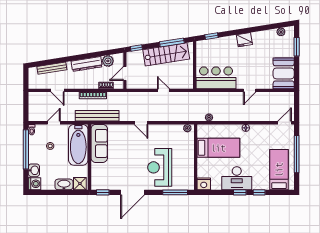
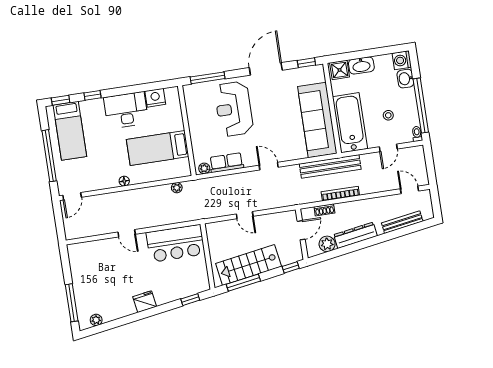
window: (297, 47) -> (72, 303), width x1.44
booth: (284, 73) -> (84, 264), removed
door: (58, 90) -> (410, 190), moved
door: (250, 90) -> (127, 233), swing flipped
row of seats: (171, 130) -> (226, 163), added
sofa: (99, 143) -> (317, 120), width x1.36, depth x1.27
reception desk: (160, 167) -> (234, 109), turned 180
nightstand: (204, 184) -> (155, 98), moved
window: (240, 192) -> (61, 100), moved

